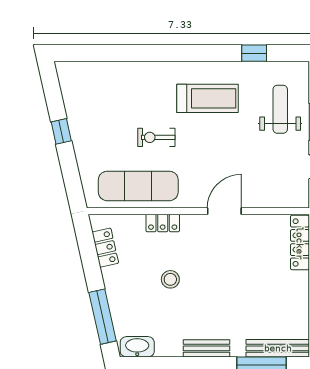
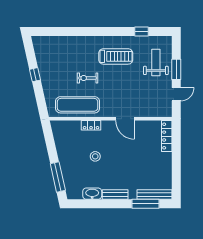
door: (224, 211) -> (125, 119), swing flipped
locker: (105, 248) -> (59, 139), removed
washbasin: (137, 347) -> (92, 194), moved

